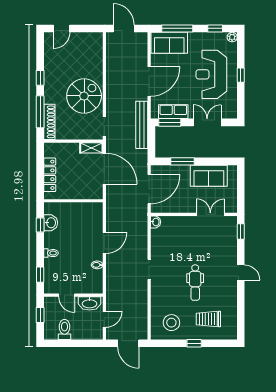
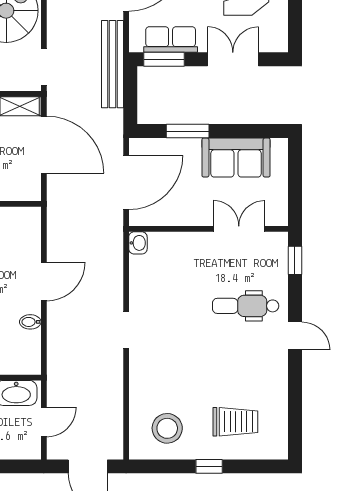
dental chair: (195, 283) -> (246, 306), moved, turned 90
trolley: (208, 319) -> (235, 422), turned 180

